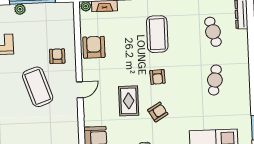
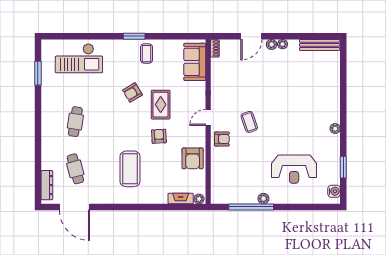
armchair: (57, 56) -> (222, 139), moved, turned -90
armchair: (157, 77) -> (159, 136), moved
coffee table: (38, 87) -> (249, 122), width x0.54, depth x0.58

